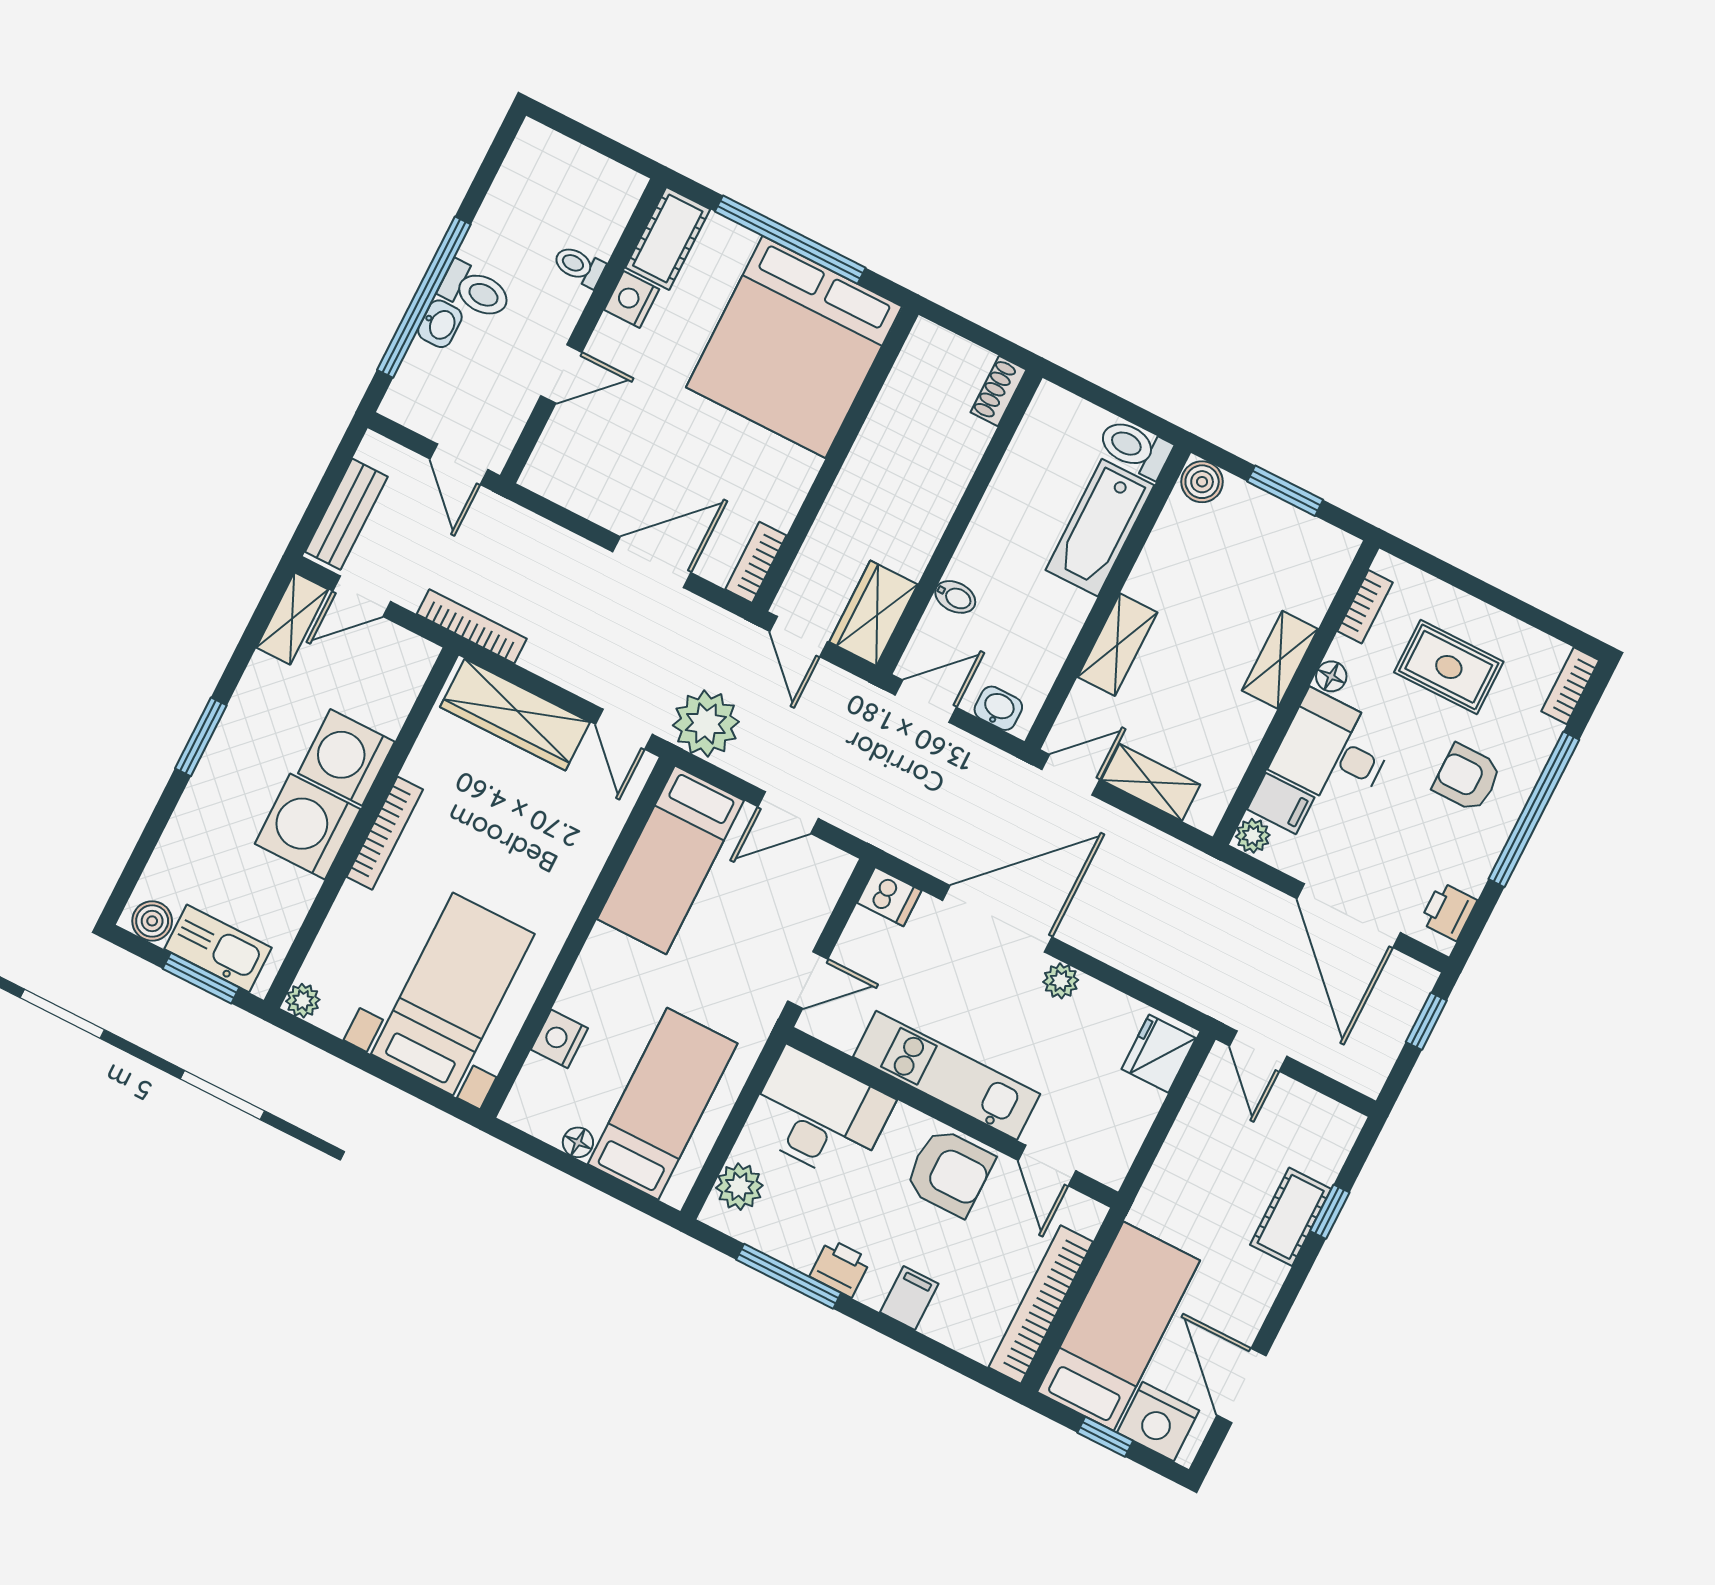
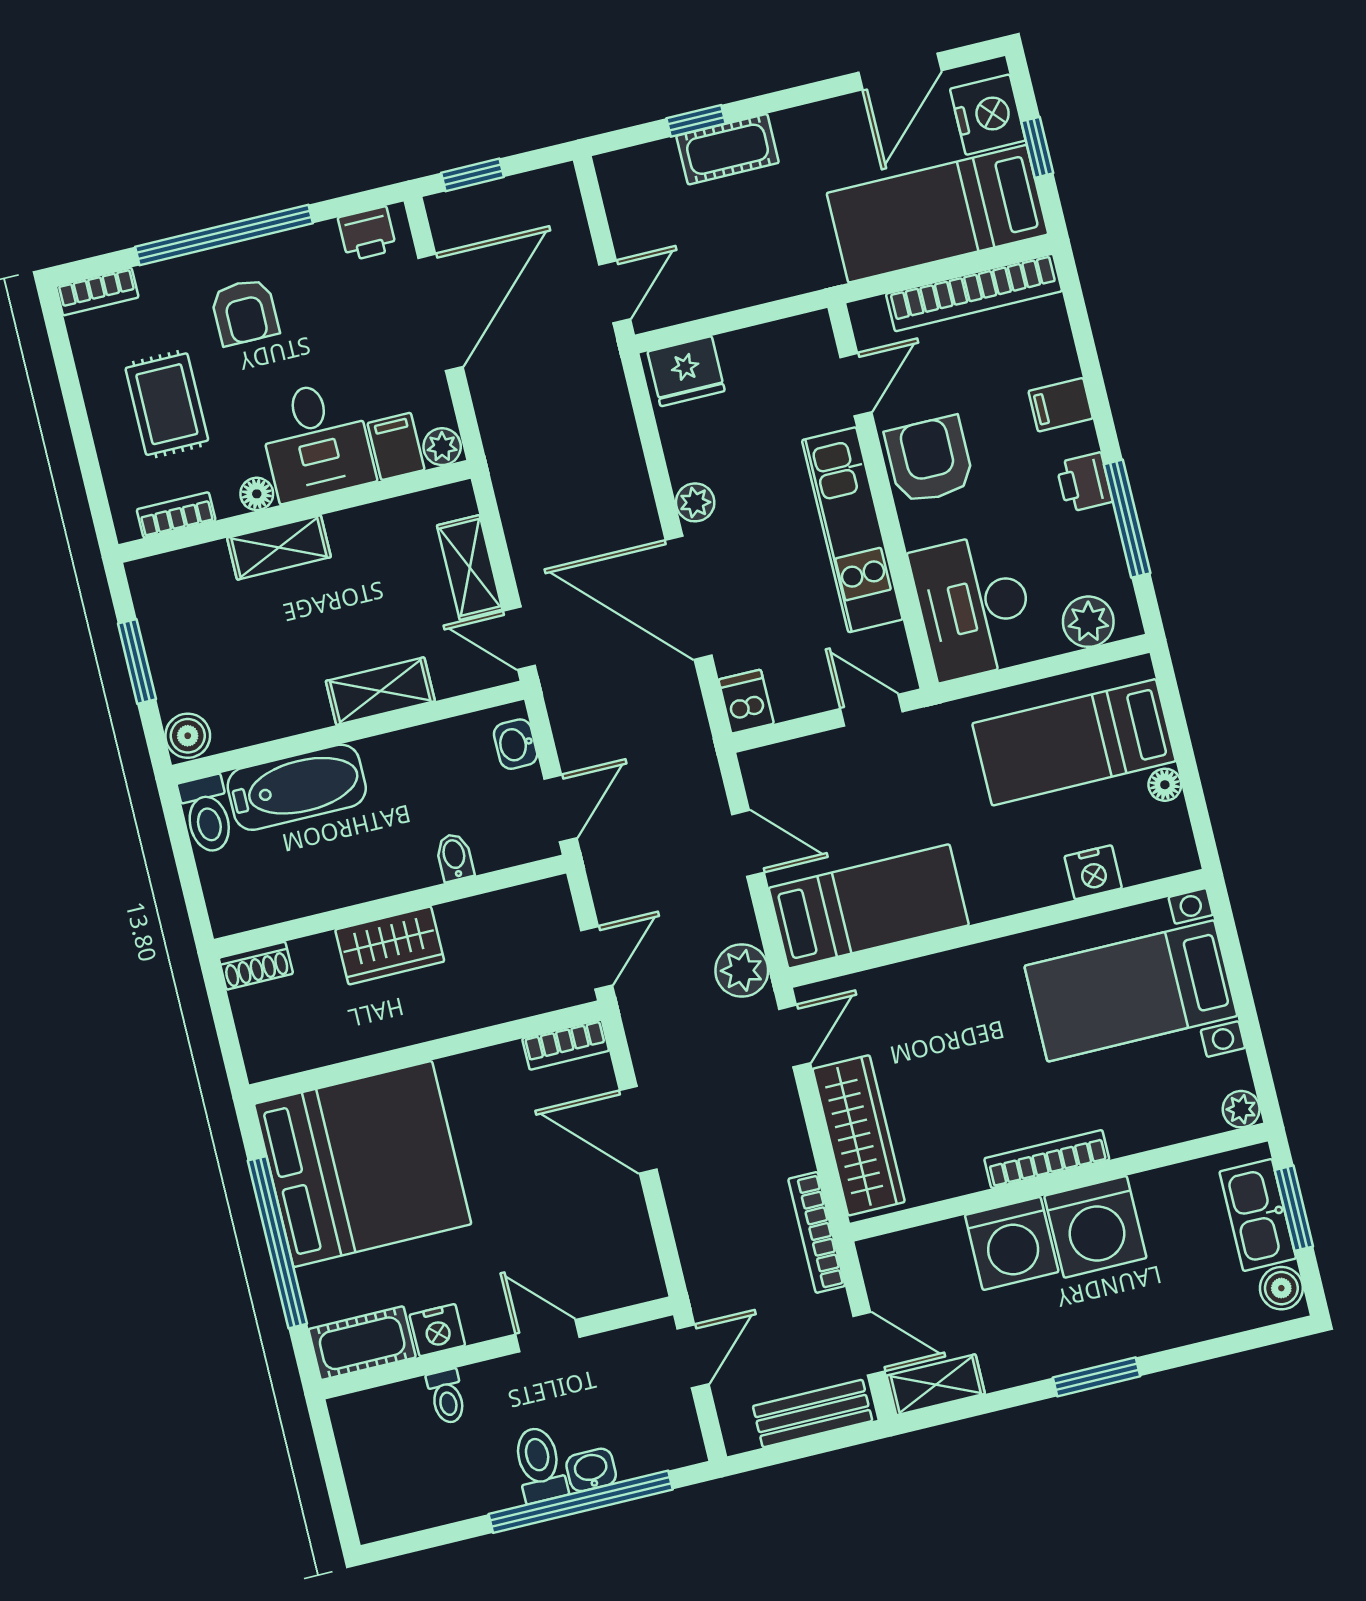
wardrobe: (873, 613) -> (390, 946), moved
door: (926, 701) -> (560, 808), swing flipped
plant: (706, 723) -> (742, 971), width x0.73, depth x0.73

